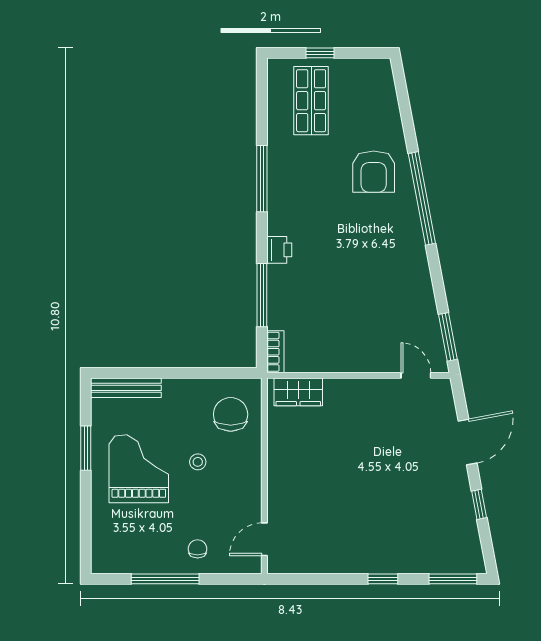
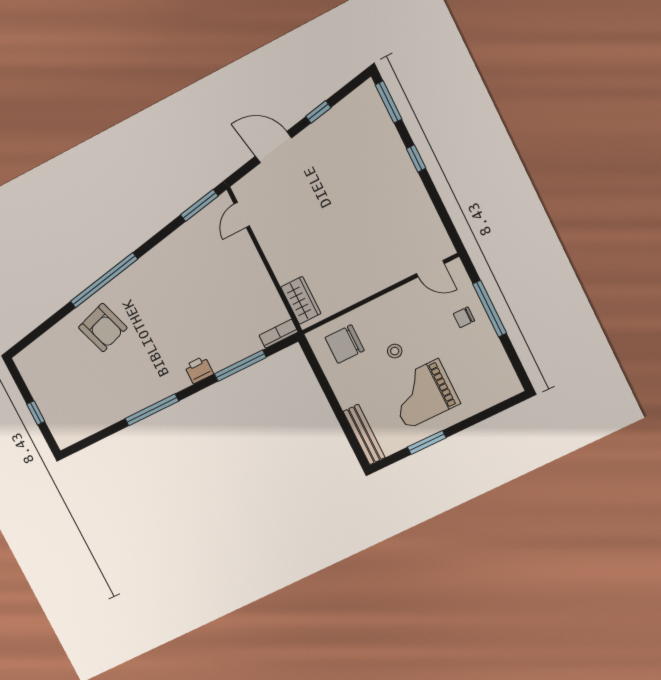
shop shelf: (311, 101) -> (75, 402), removed
armchair: (374, 172) -> (103, 328), turned 72
window: (165, 579) -> (490, 309), moved

